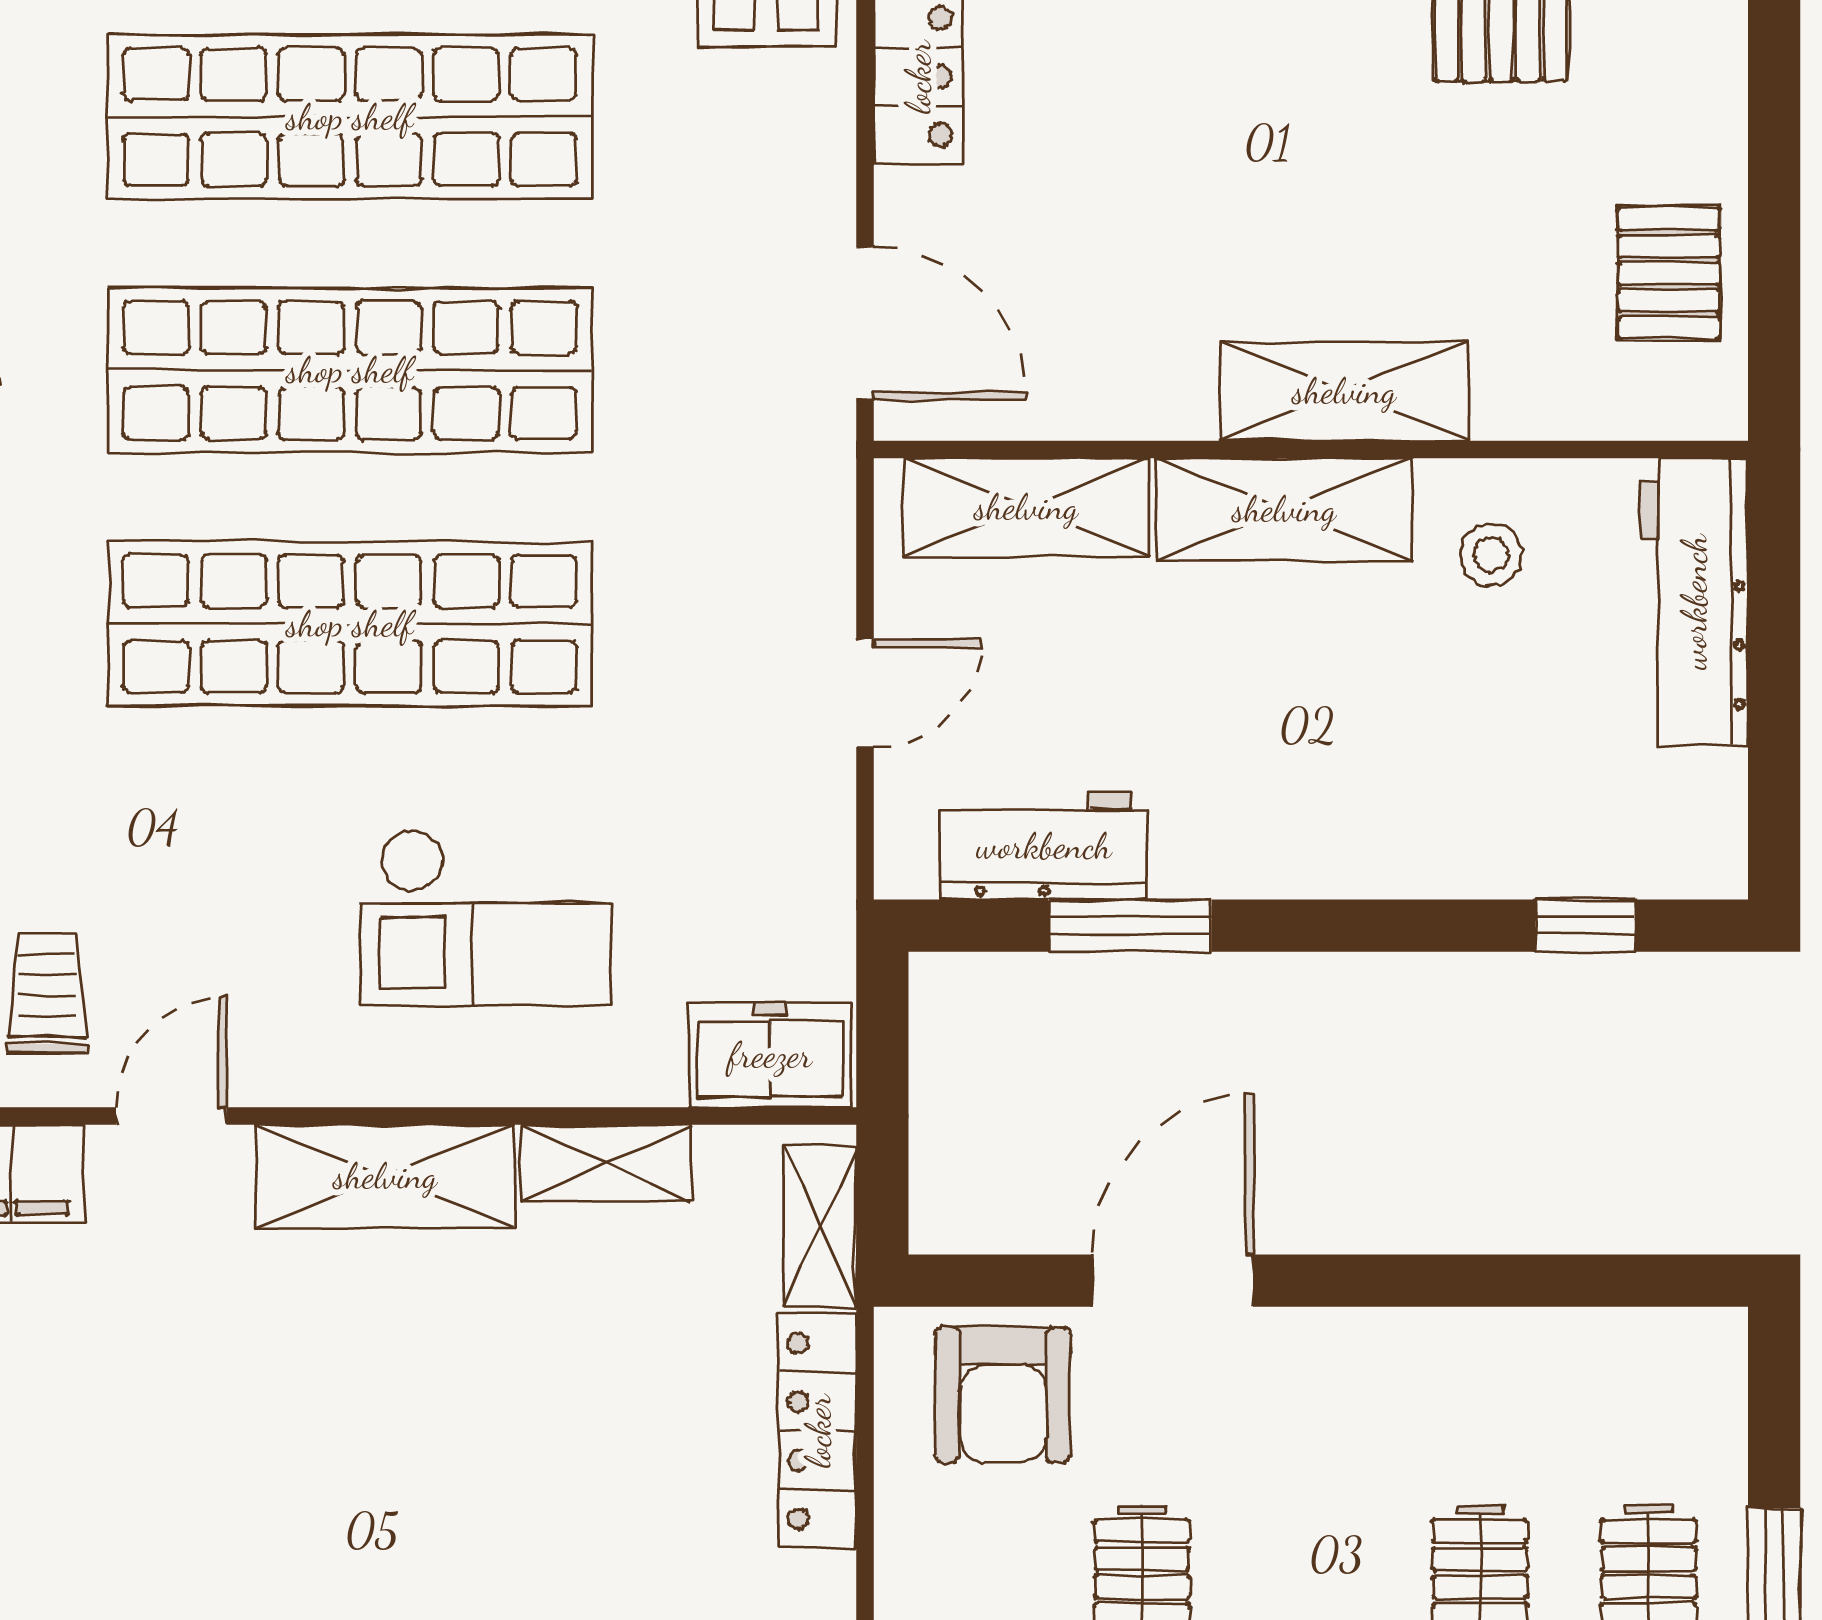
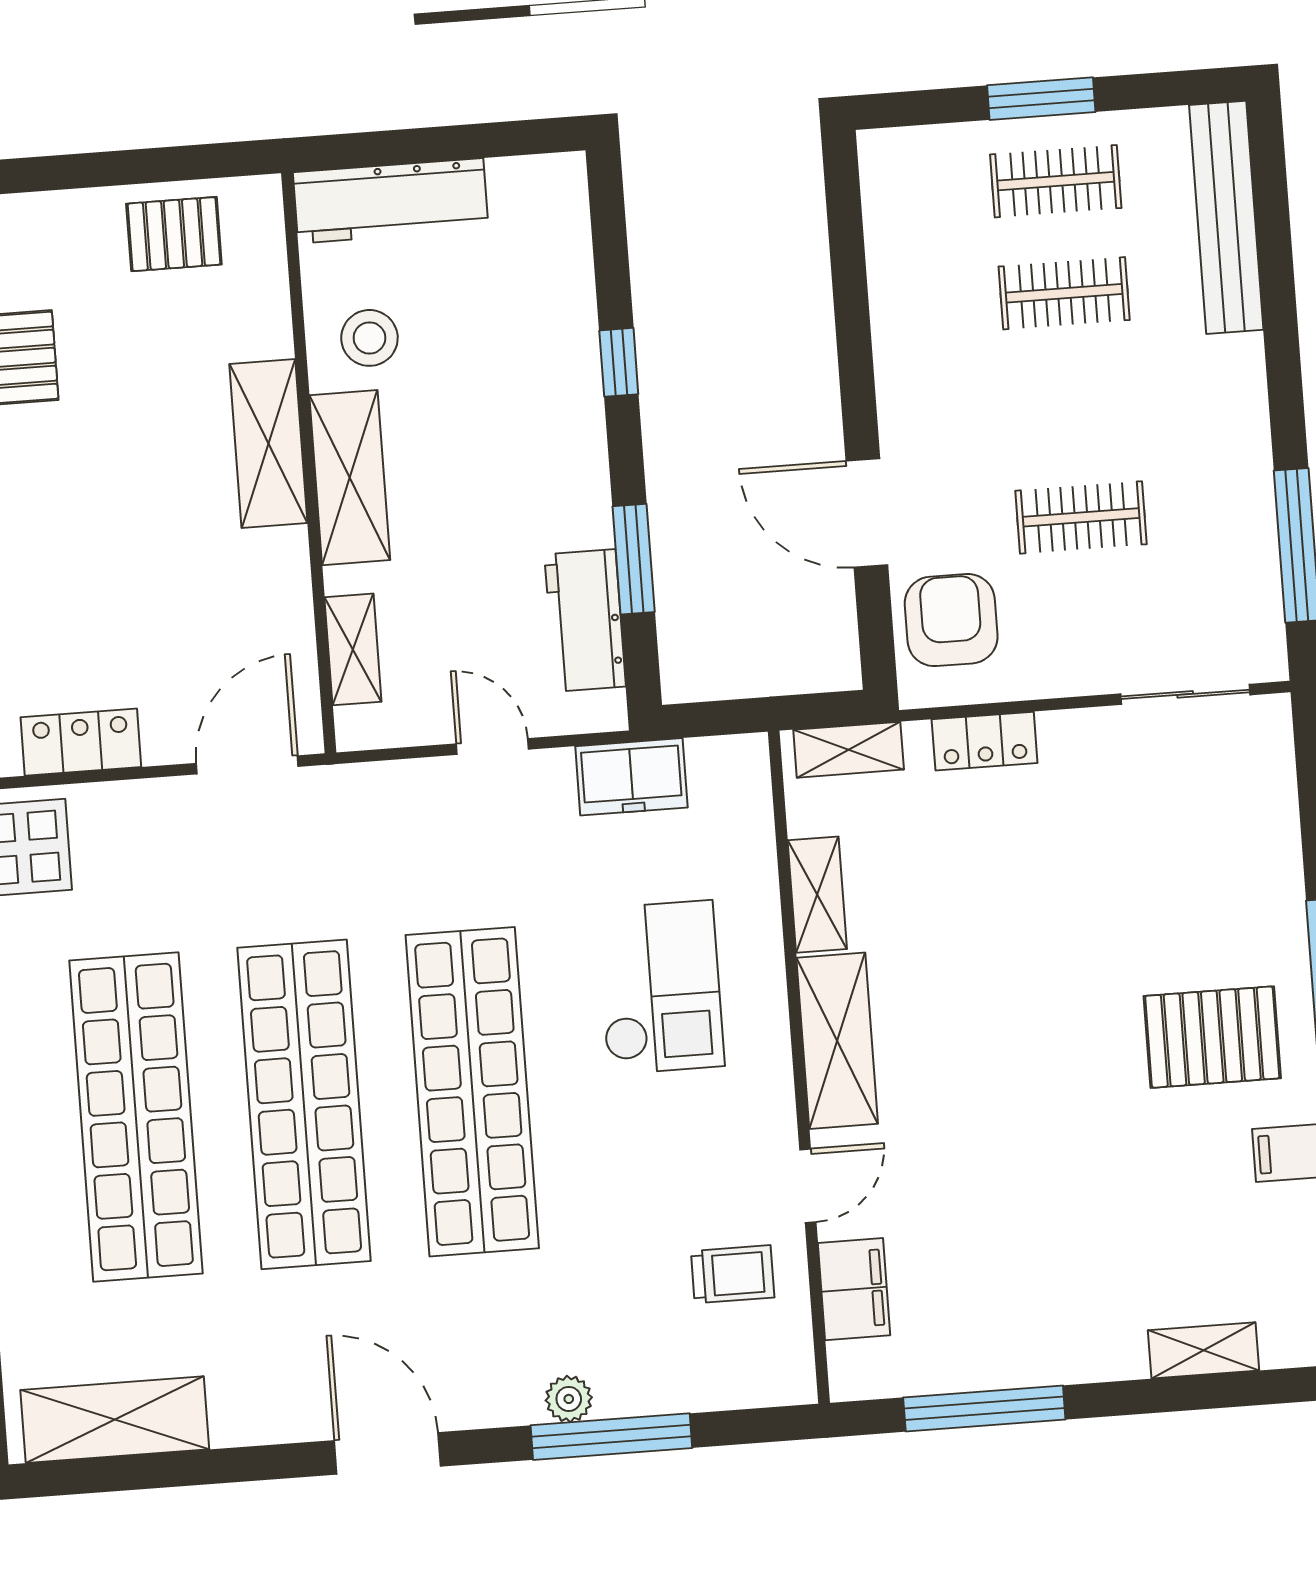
shelving: (1026, 507) -> (353, 649), width x0.67, depth x0.75
stool: (1491, 555) -> (369, 338), width x1.37, depth x1.37
window: (1585, 926) -> (619, 362), moved
trolley: (47, 994) -> (733, 1274), turned 180
freezer: (770, 1055) -> (631, 777), moved, turned -90
door: (171, 1116) -> (808, 1186), swing flipped
armchair: (1003, 1395) -> (951, 620), turned -90
locker: (818, 1431) -> (985, 741), width x0.66

